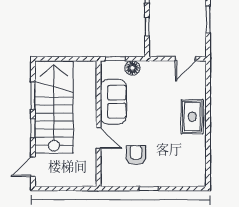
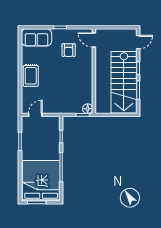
floor lamp: (132, 68) -> (88, 109), moved
sofa: (113, 102) -> (36, 37), moved, turned -90
door: (99, 138) -> (94, 40), moved

